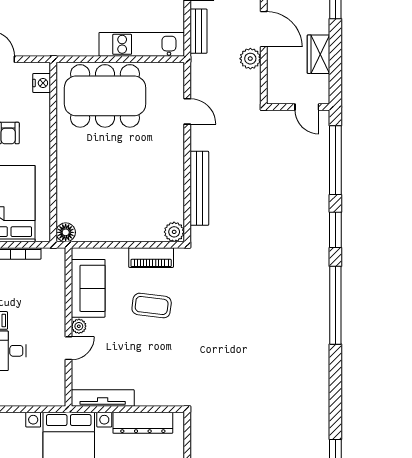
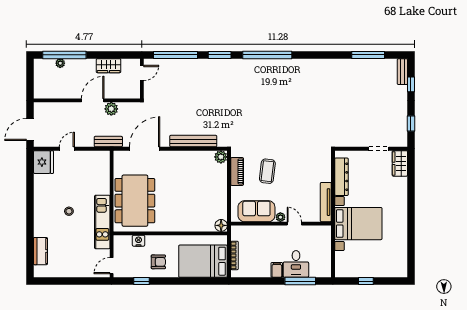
bench: (198, 31) -> (108, 142), moved
kitchen unit: (142, 44) -> (102, 222), moved
nightstand: (42, 83) -> (139, 241), moved
door: (187, 111) -> (145, 149), width x1.87

